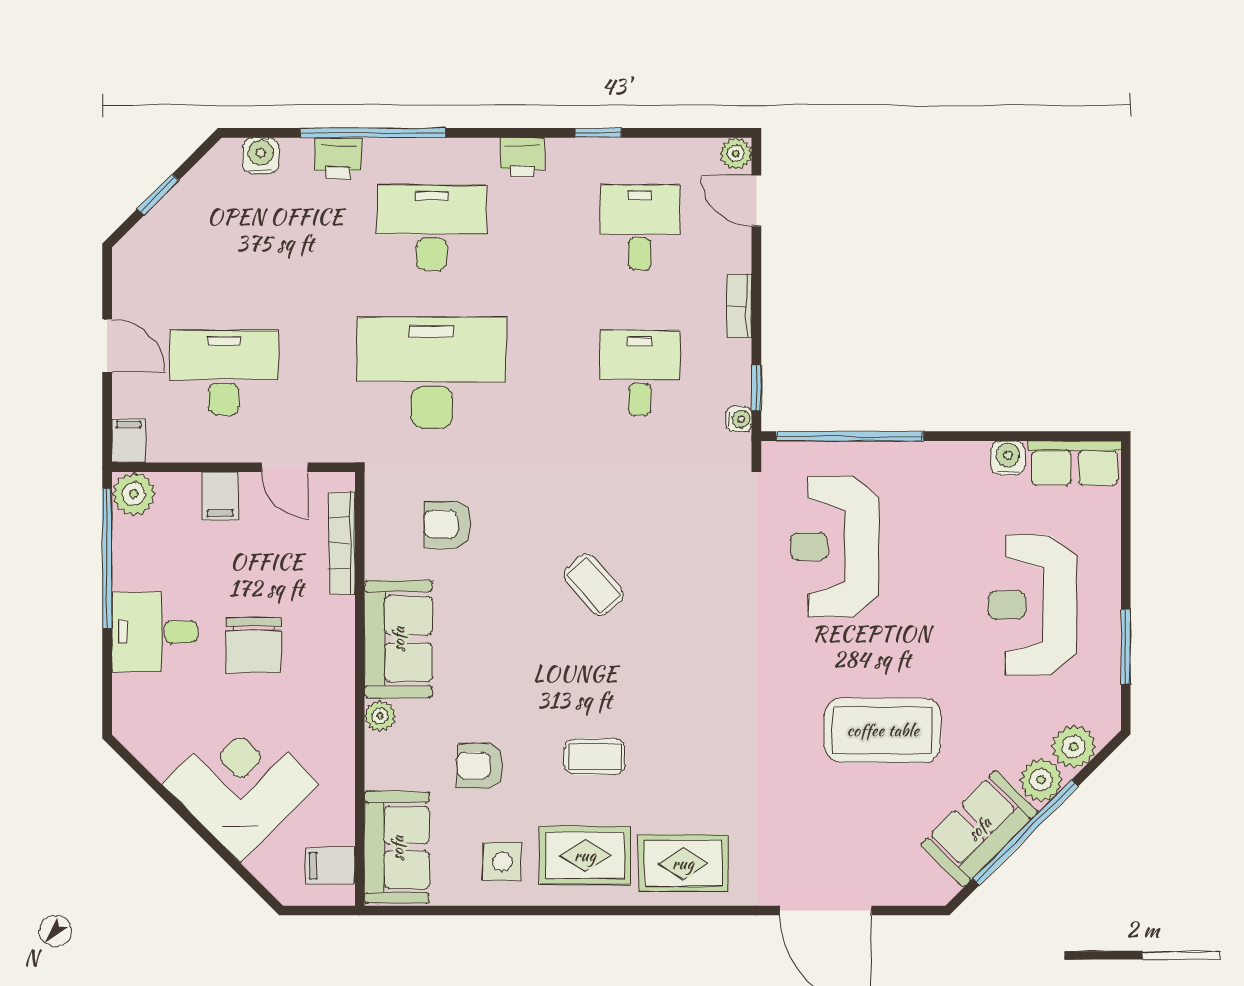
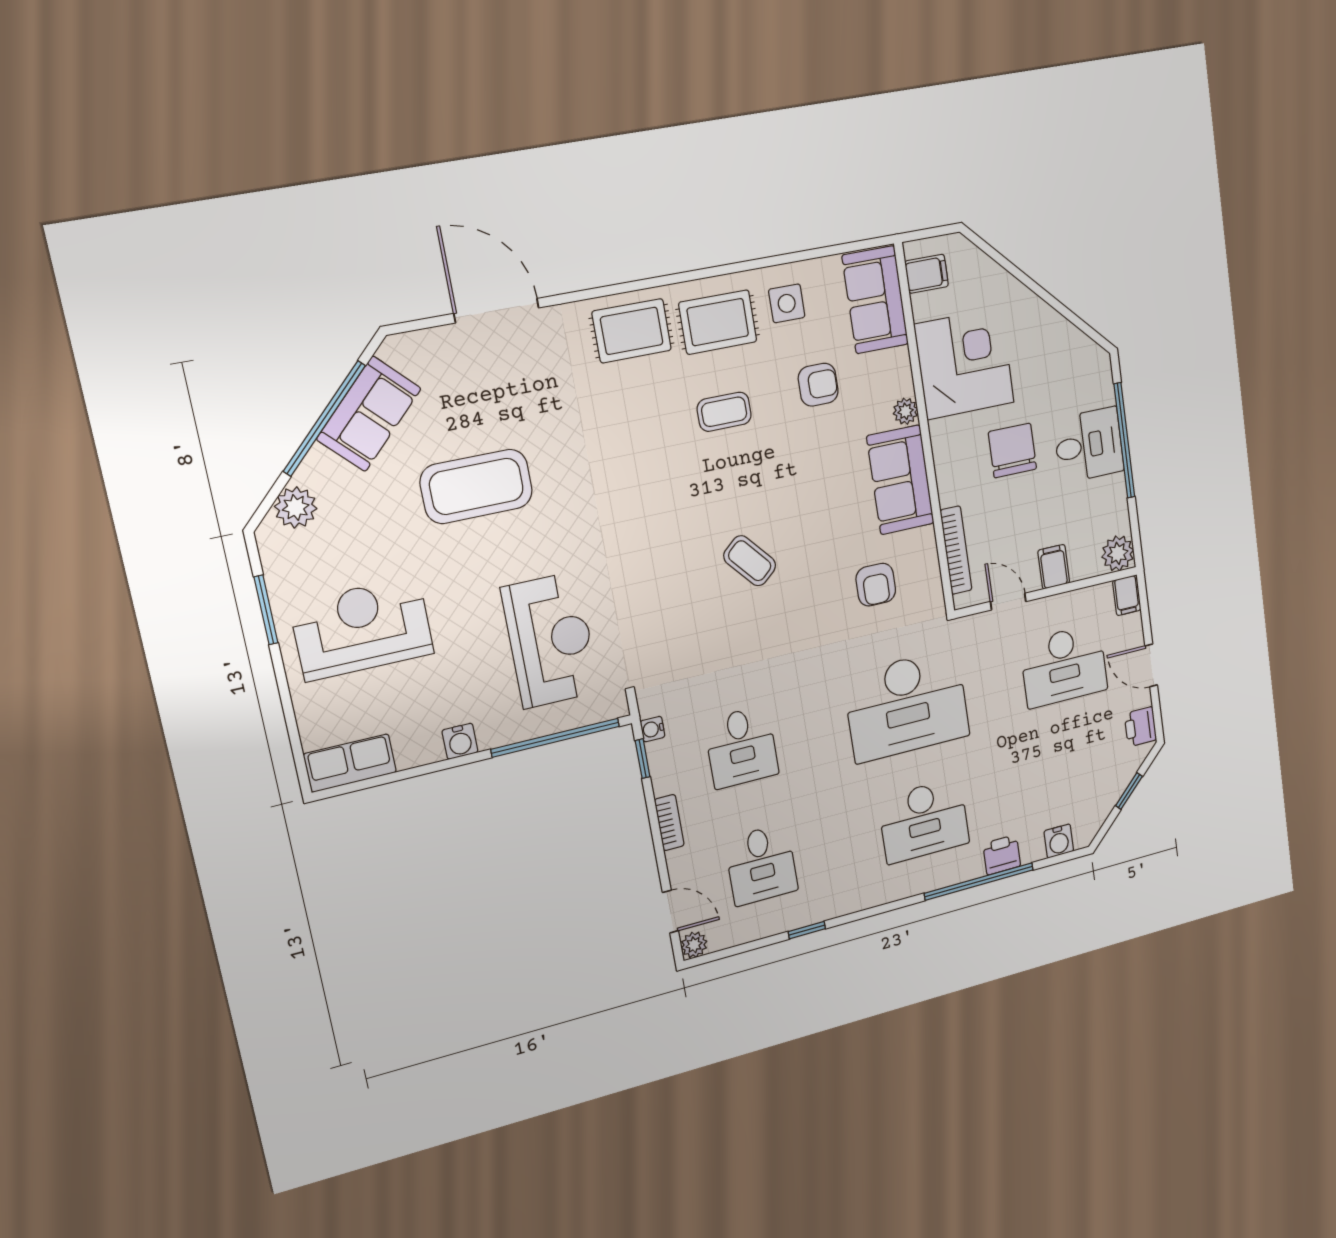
printer: (522, 158) -> (1140, 727), moved, turned -90
water cooler: (1008, 458) -> (460, 741), moved
armchair: (447, 524) -> (876, 585), turned 90
window: (107, 558) -> (1124, 440), moved
reception desk: (1032, 605) -> (362, 628), turned -90
plant: (1041, 780) -> (320, 470), removed
corner desk: (240, 784) -> (964, 364), moved, turned -135

